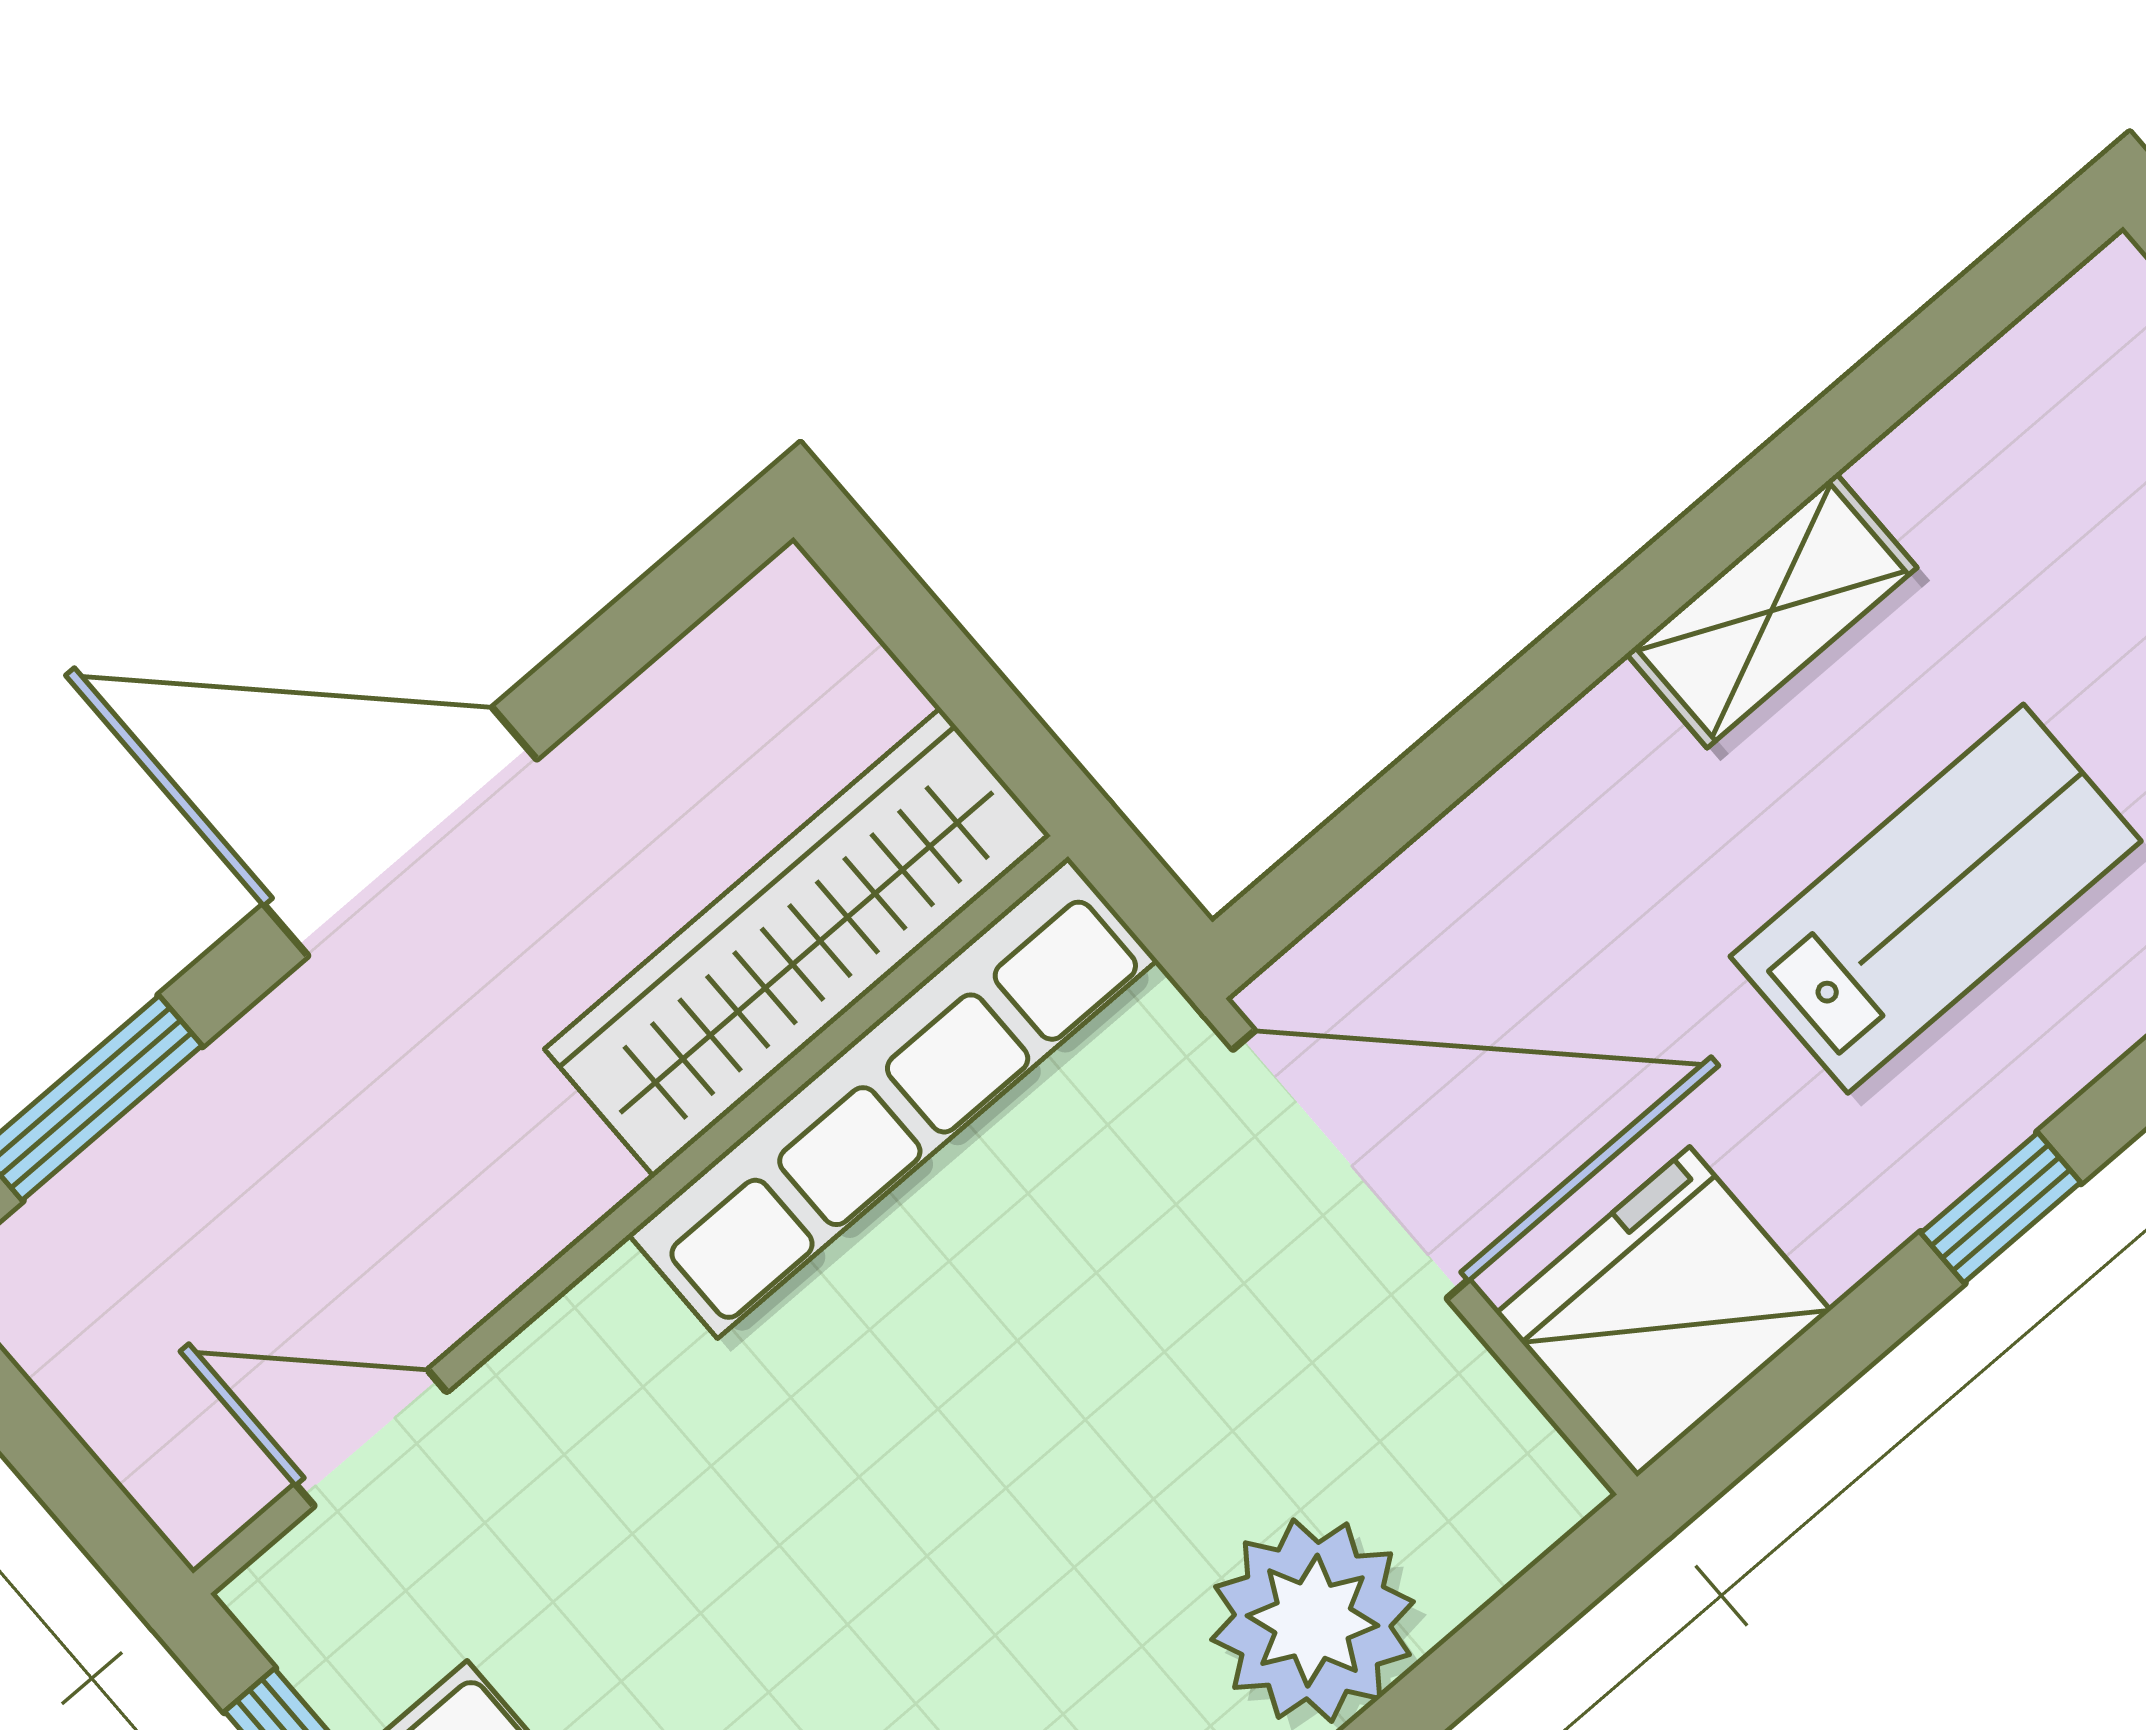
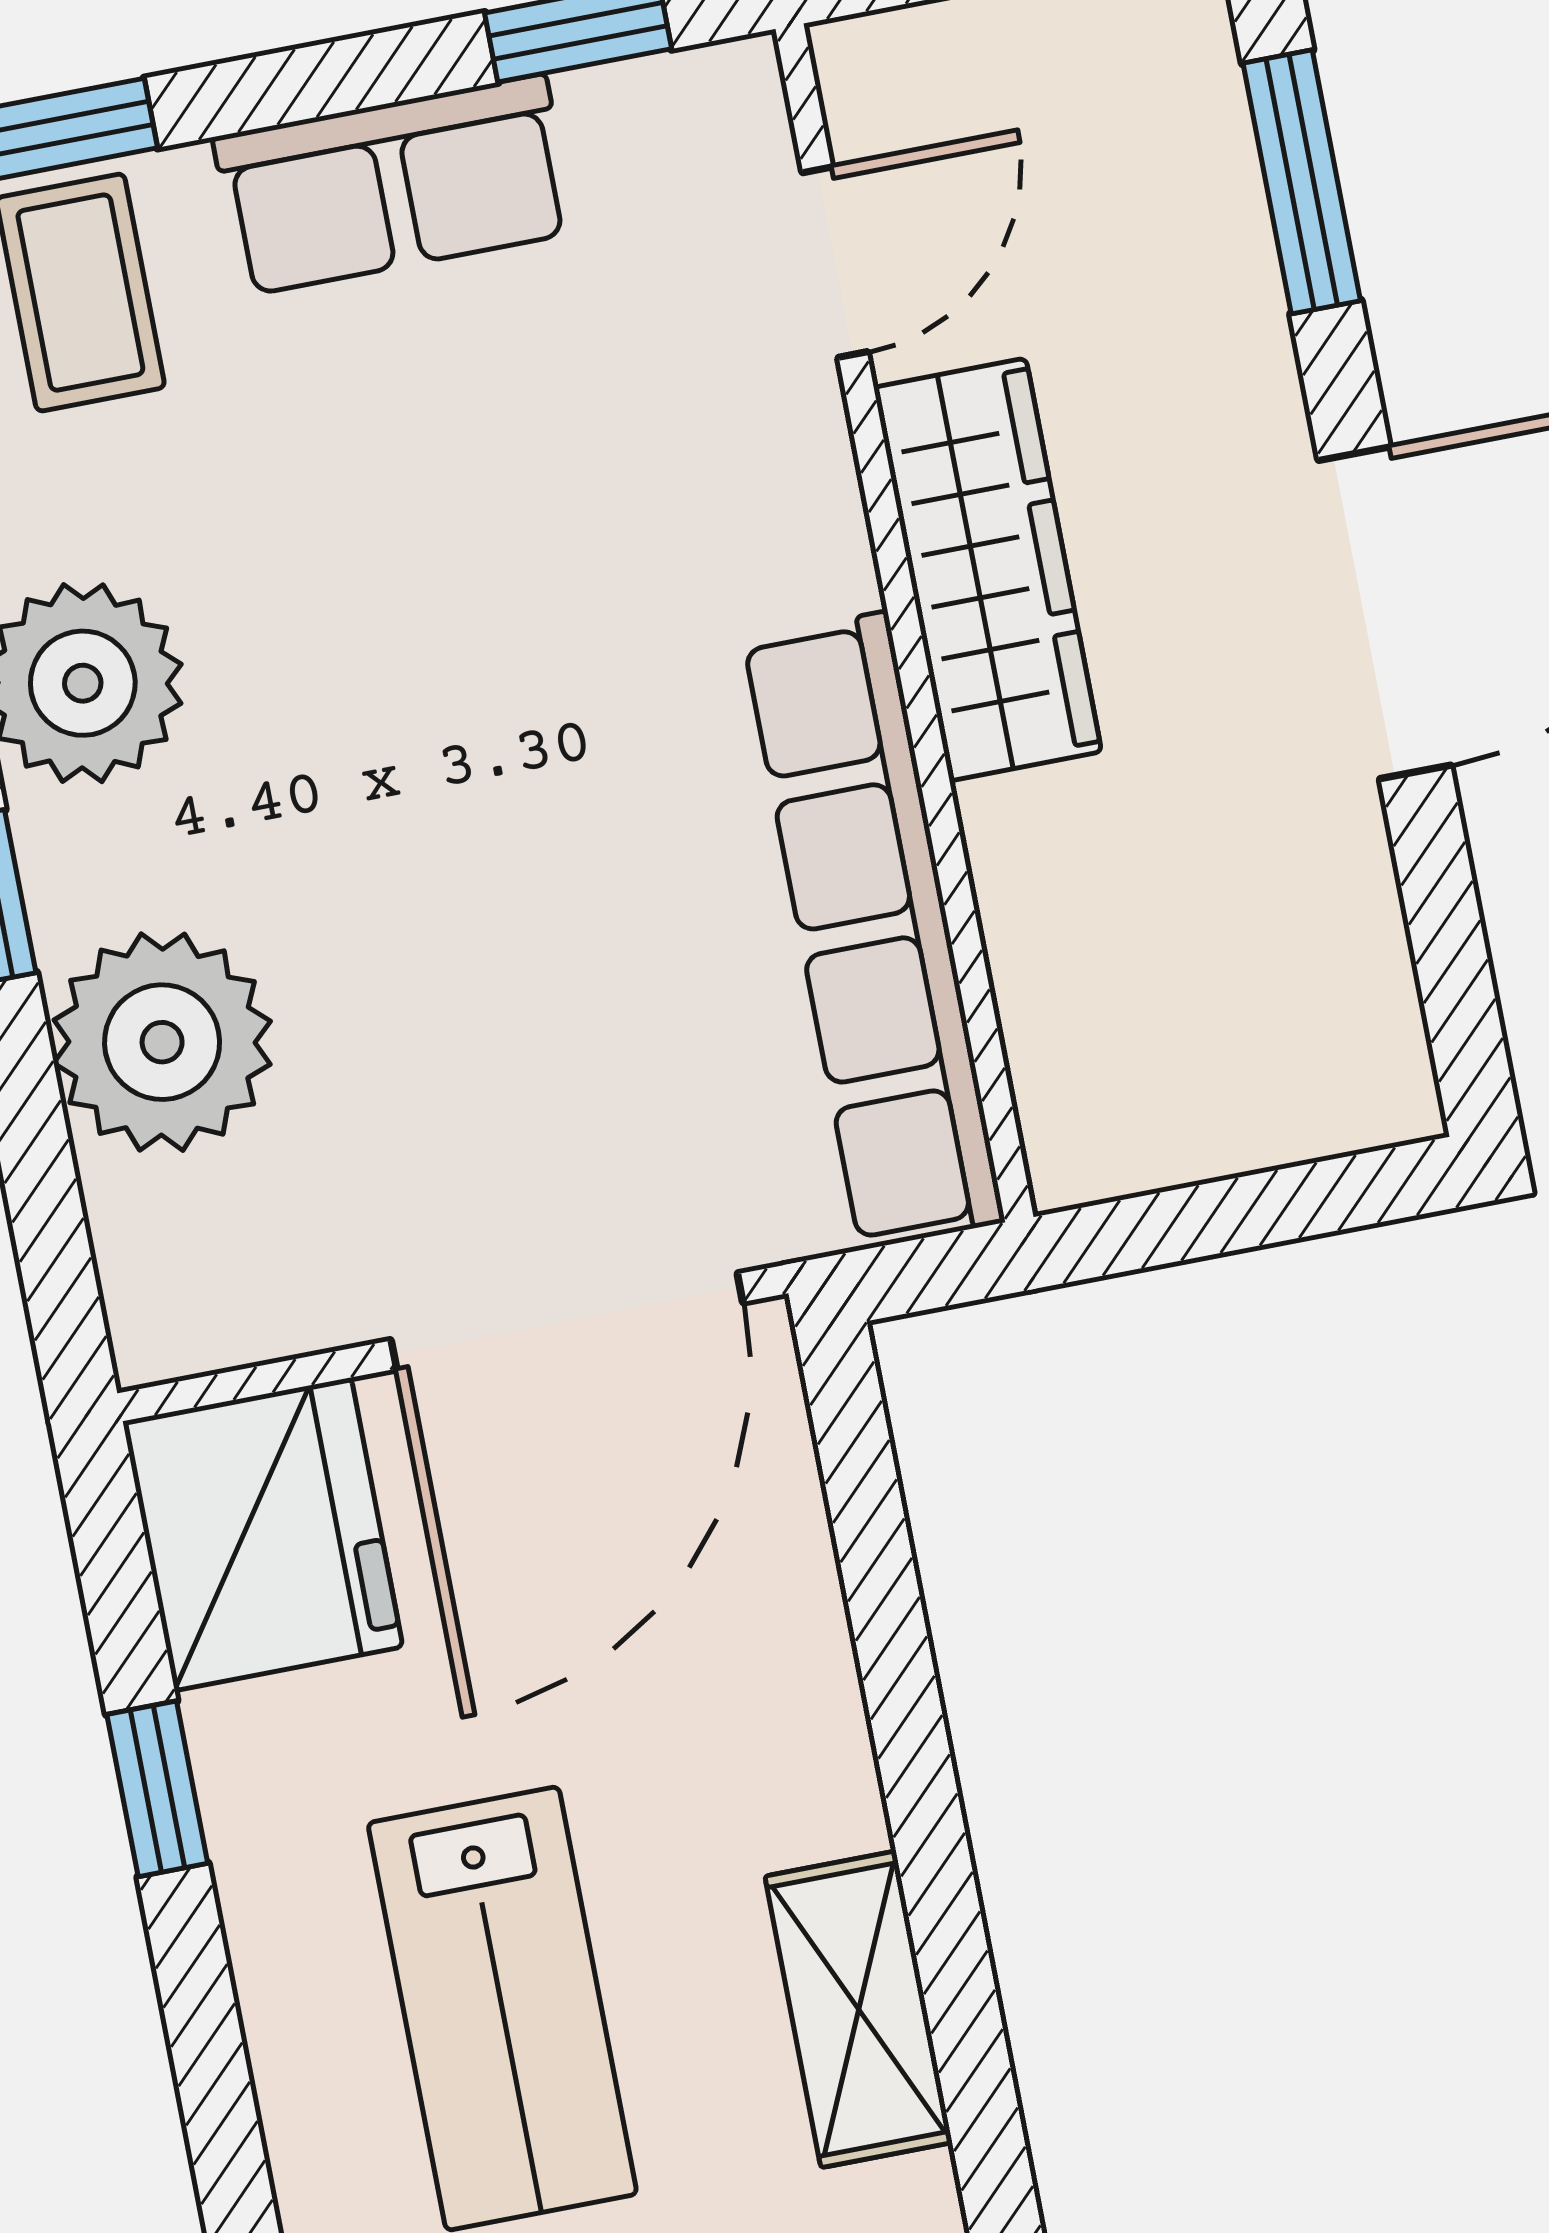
wardrobe: (797, 942) -> (988, 570), moved, width x0.71, depth x0.85
window: (2001, 1208) -> (157, 1789), moved

